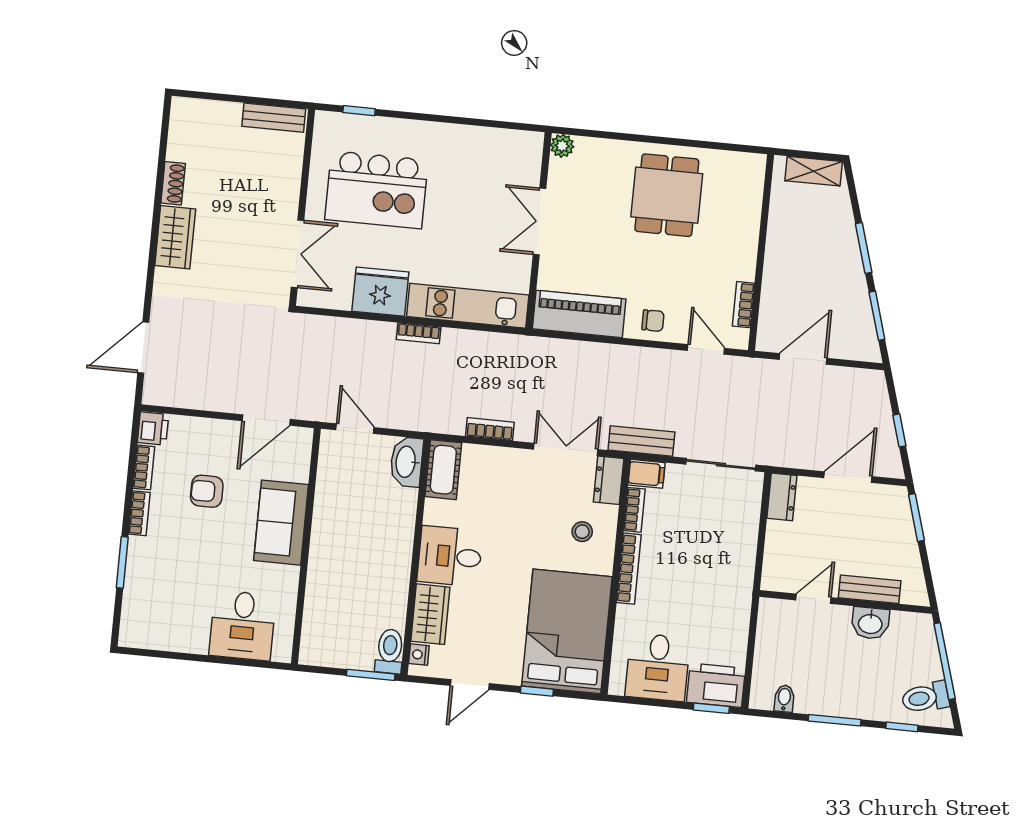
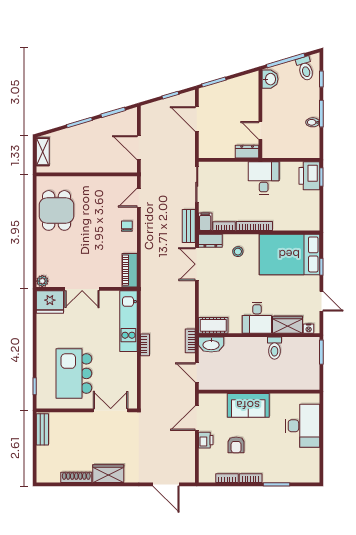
shoe rack: (173, 183) -> (76, 477), width x1.43
kitchen island: (376, 190) -> (74, 373), turned 180
dining table: (667, 195) -> (56, 210), moved, turned 90
fridge: (380, 292) -> (50, 302), moved, turned -90
bookcase: (744, 305) -> (114, 181), removed
piano: (579, 314) -> (130, 270), width x0.73, depth x0.75
door: (266, 420) -> (197, 418), swing flipped
printer: (153, 428) -> (206, 440), moved, turned 90
door: (355, 429) -> (197, 372), hinge flipped
bookcase: (490, 429) -> (190, 341), moved
dresser: (782, 497) -> (247, 152), moved
bench: (870, 589) -> (253, 102), removed
washbasin: (870, 623) -> (270, 79), moved
desk: (243, 625) -> (303, 426), width x1.37
toilet: (390, 651) -> (274, 348), moved, turned -90
desk: (658, 667) -> (264, 178), moved, turned -90
bidet: (784, 698) -> (313, 122), moved

